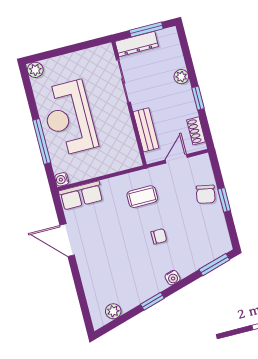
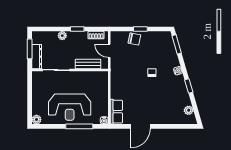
coffee table: (142, 197) -> (126, 76), removed

